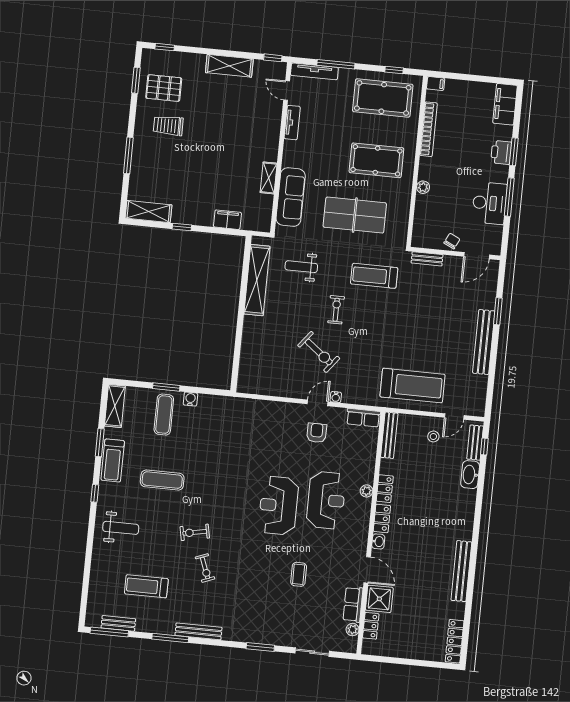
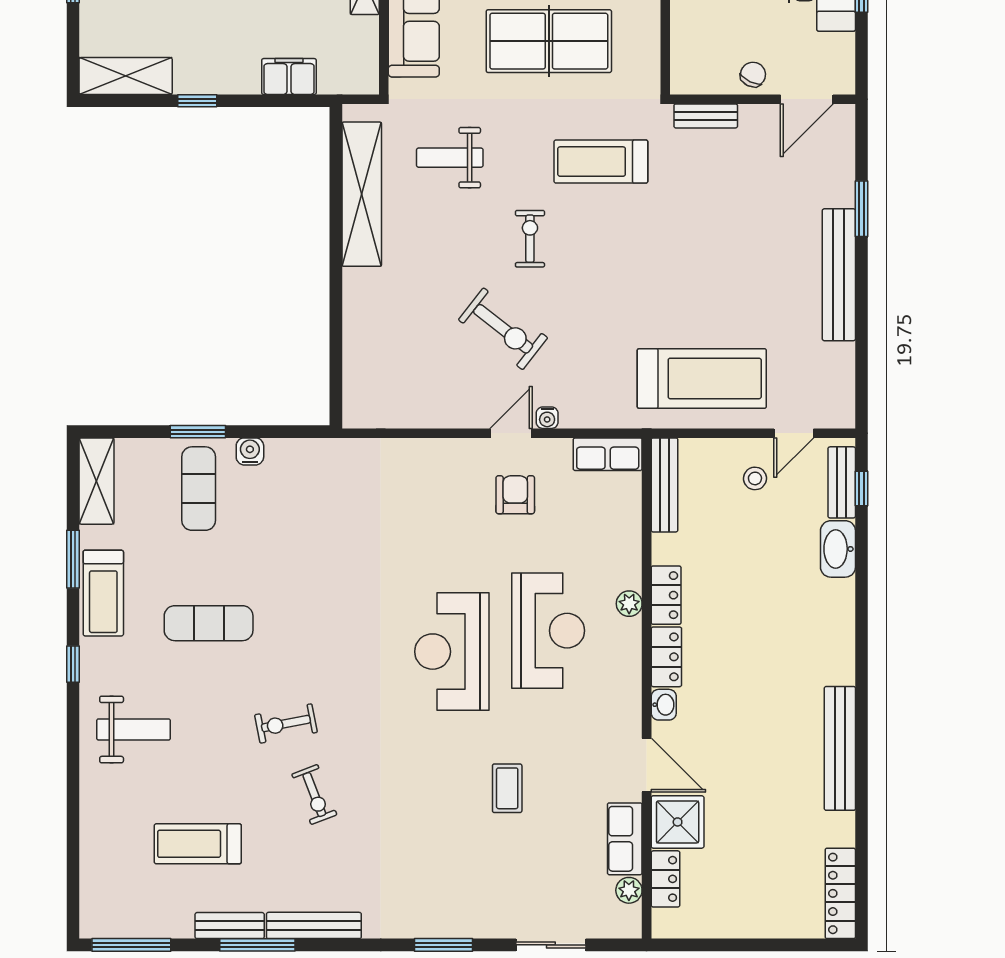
bench: (118, 623) -> (230, 926), moved

